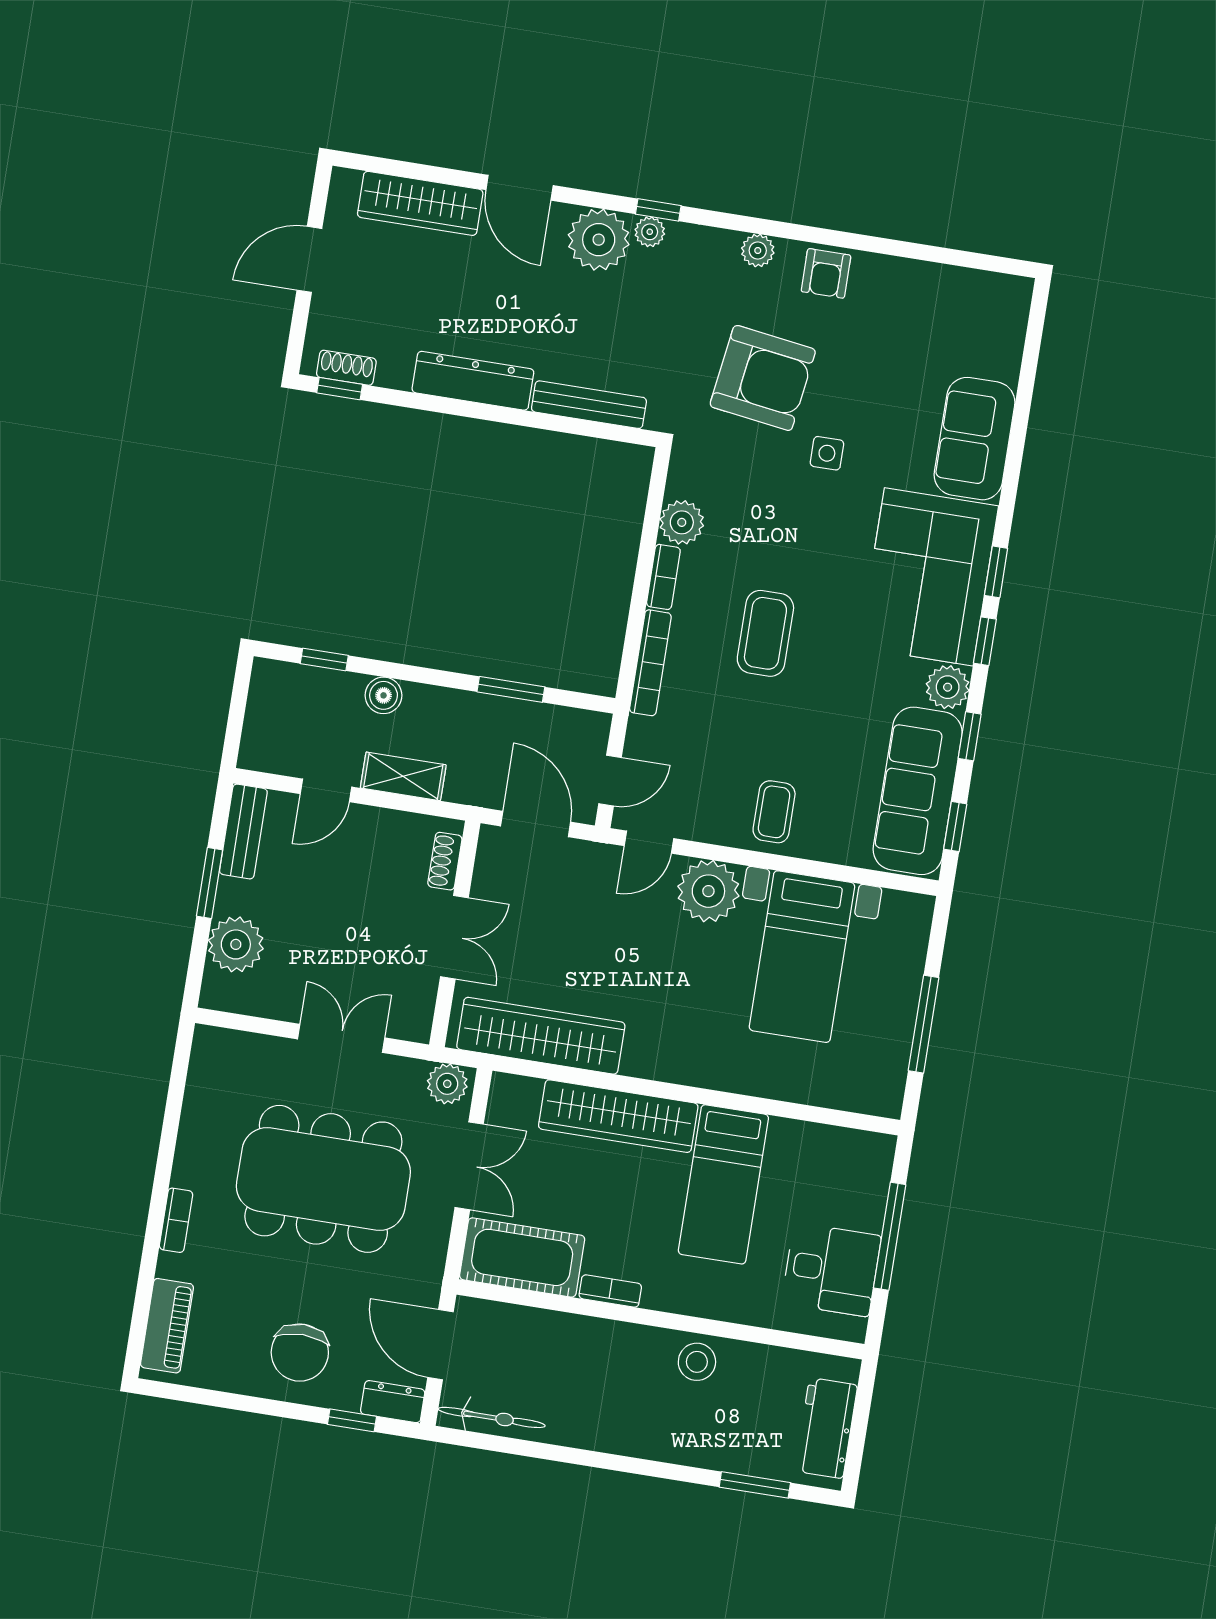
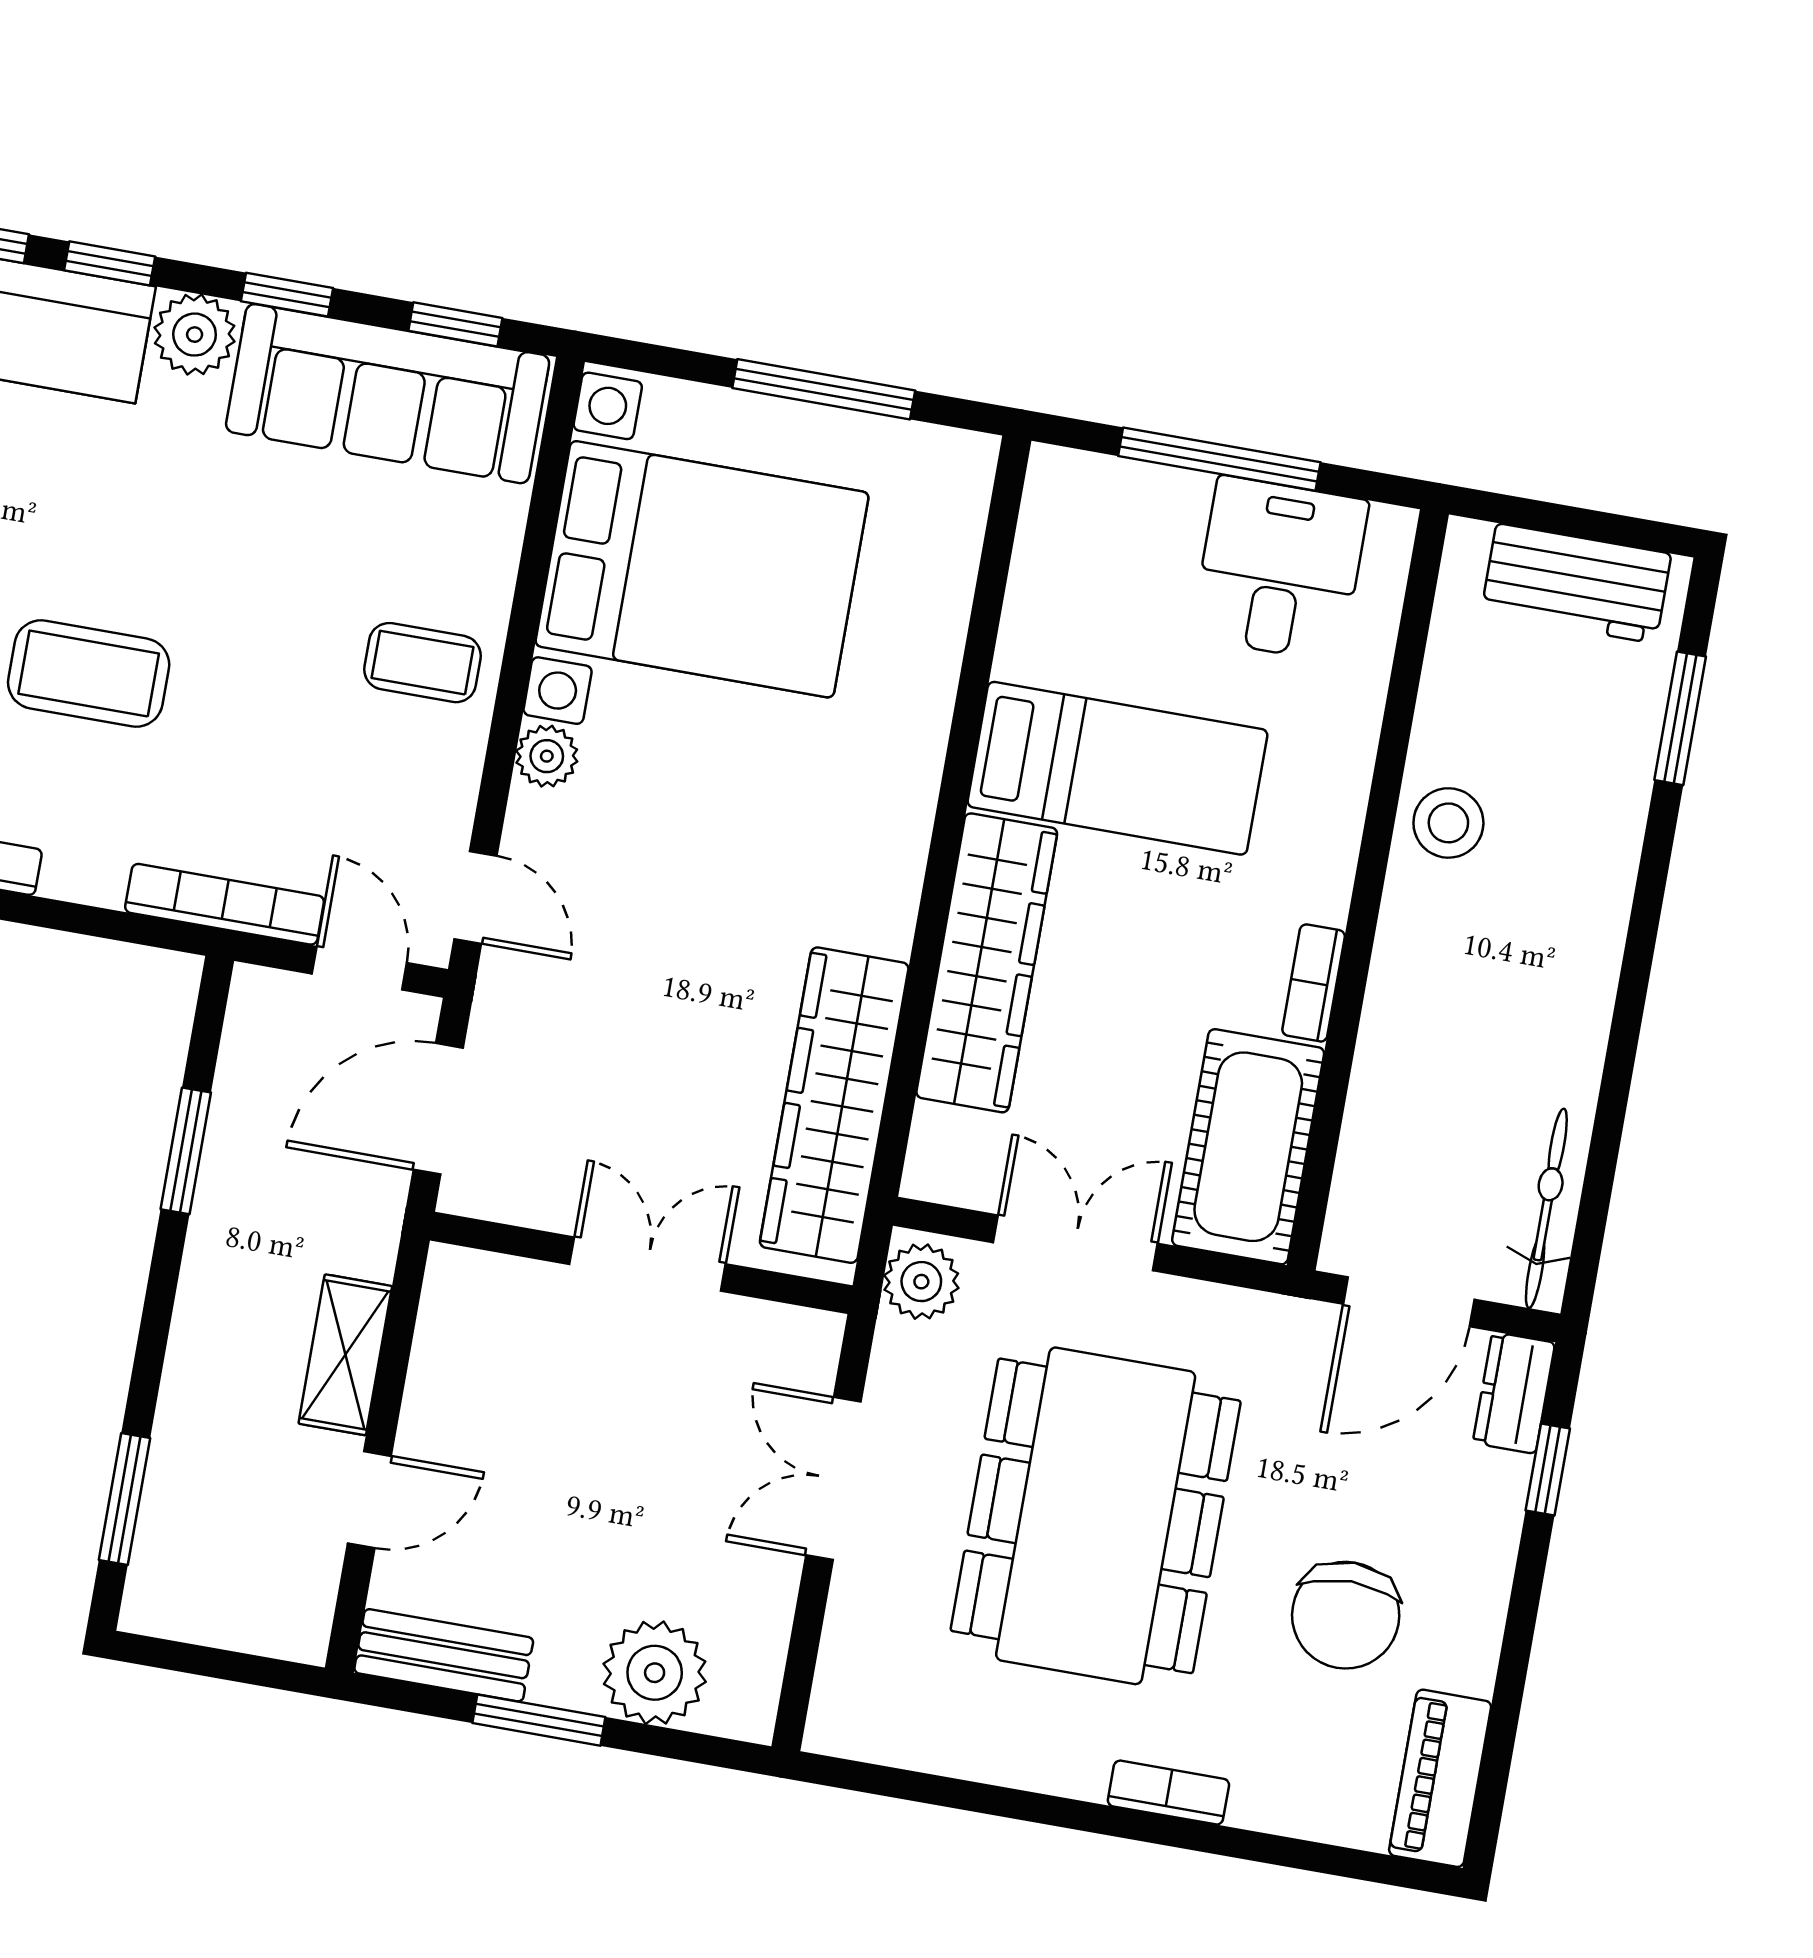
window: (324, 659) -> (124, 1499), width x1.50
bookcase: (650, 663) -> (225, 904), moved
boiler: (384, 695) -> (193, 1389), removed
door: (326, 790) -> (369, 1500), hinge flipped
shoe rack: (445, 861) -> (505, 1279), removed
plant: (708, 891) -> (547, 756), width x0.53, depth x0.53
bed with nightstands: (802, 957) -> (702, 569), width x1.36
piano: (167, 1326) -> (1440, 1778), moved, turned -90
chair: (300, 1353) -> (1346, 1615), moved, turned 90

